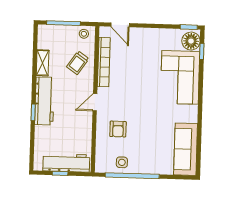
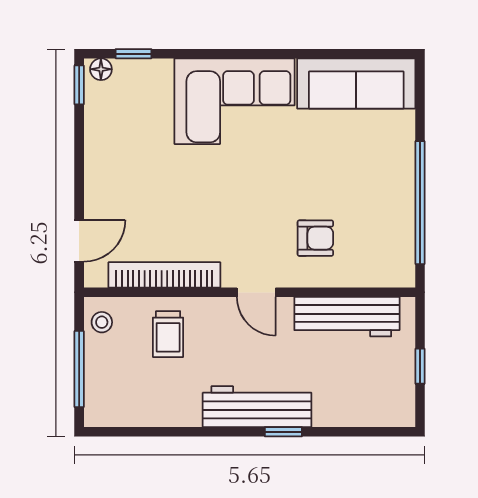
floor lamp: (191, 41) -> (101, 69), width x0.53, depth x0.53
shelving: (43, 63) -> (171, 414), removed
trolley: (78, 63) -> (168, 334), turned 55
corner sofa: (180, 77) -> (235, 101), moved
side table: (122, 162) -> (390, 227), removed
workbench: (66, 163) -> (347, 317), moved, turned -90

